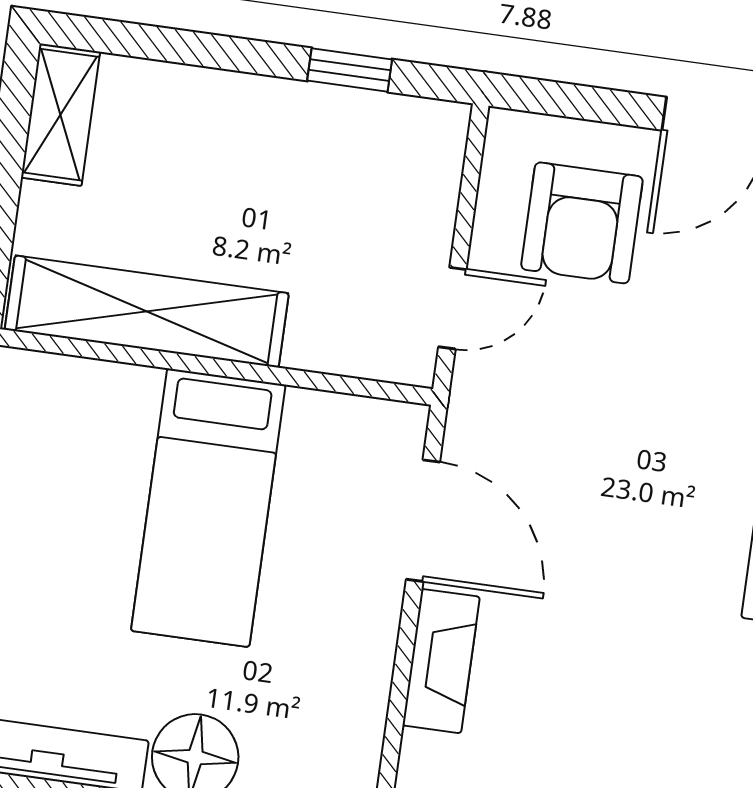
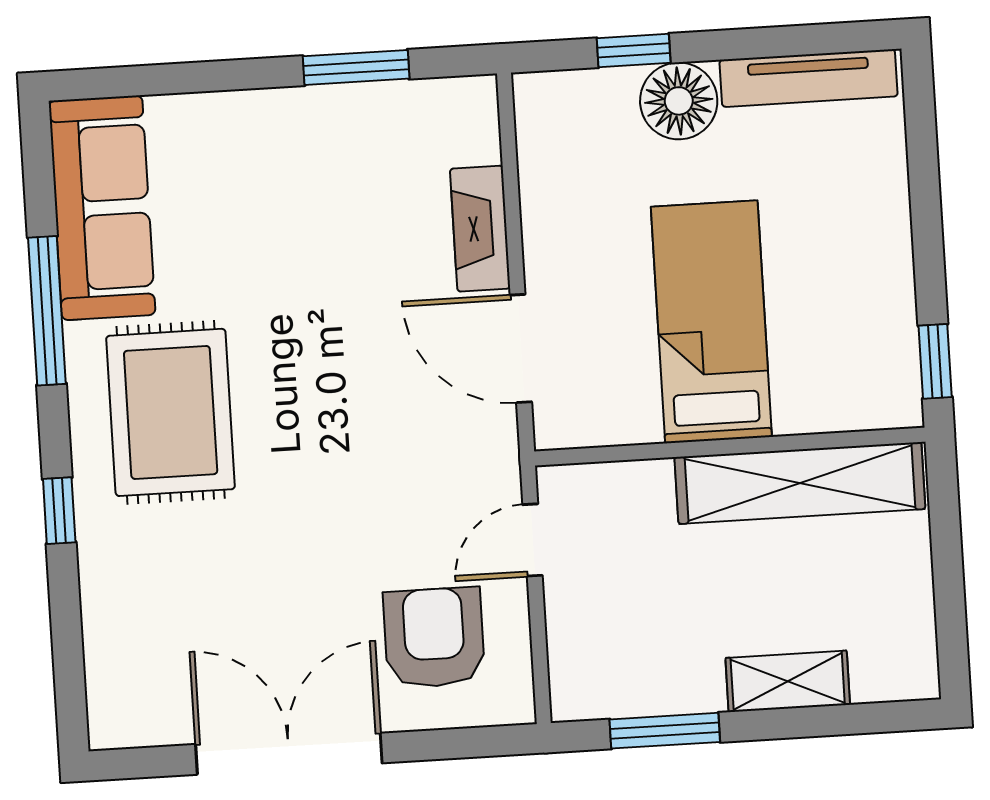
window: (350, 70) -> (665, 731), width x1.50
shelving: (61, 115) -> (788, 681), moved, turned 90

